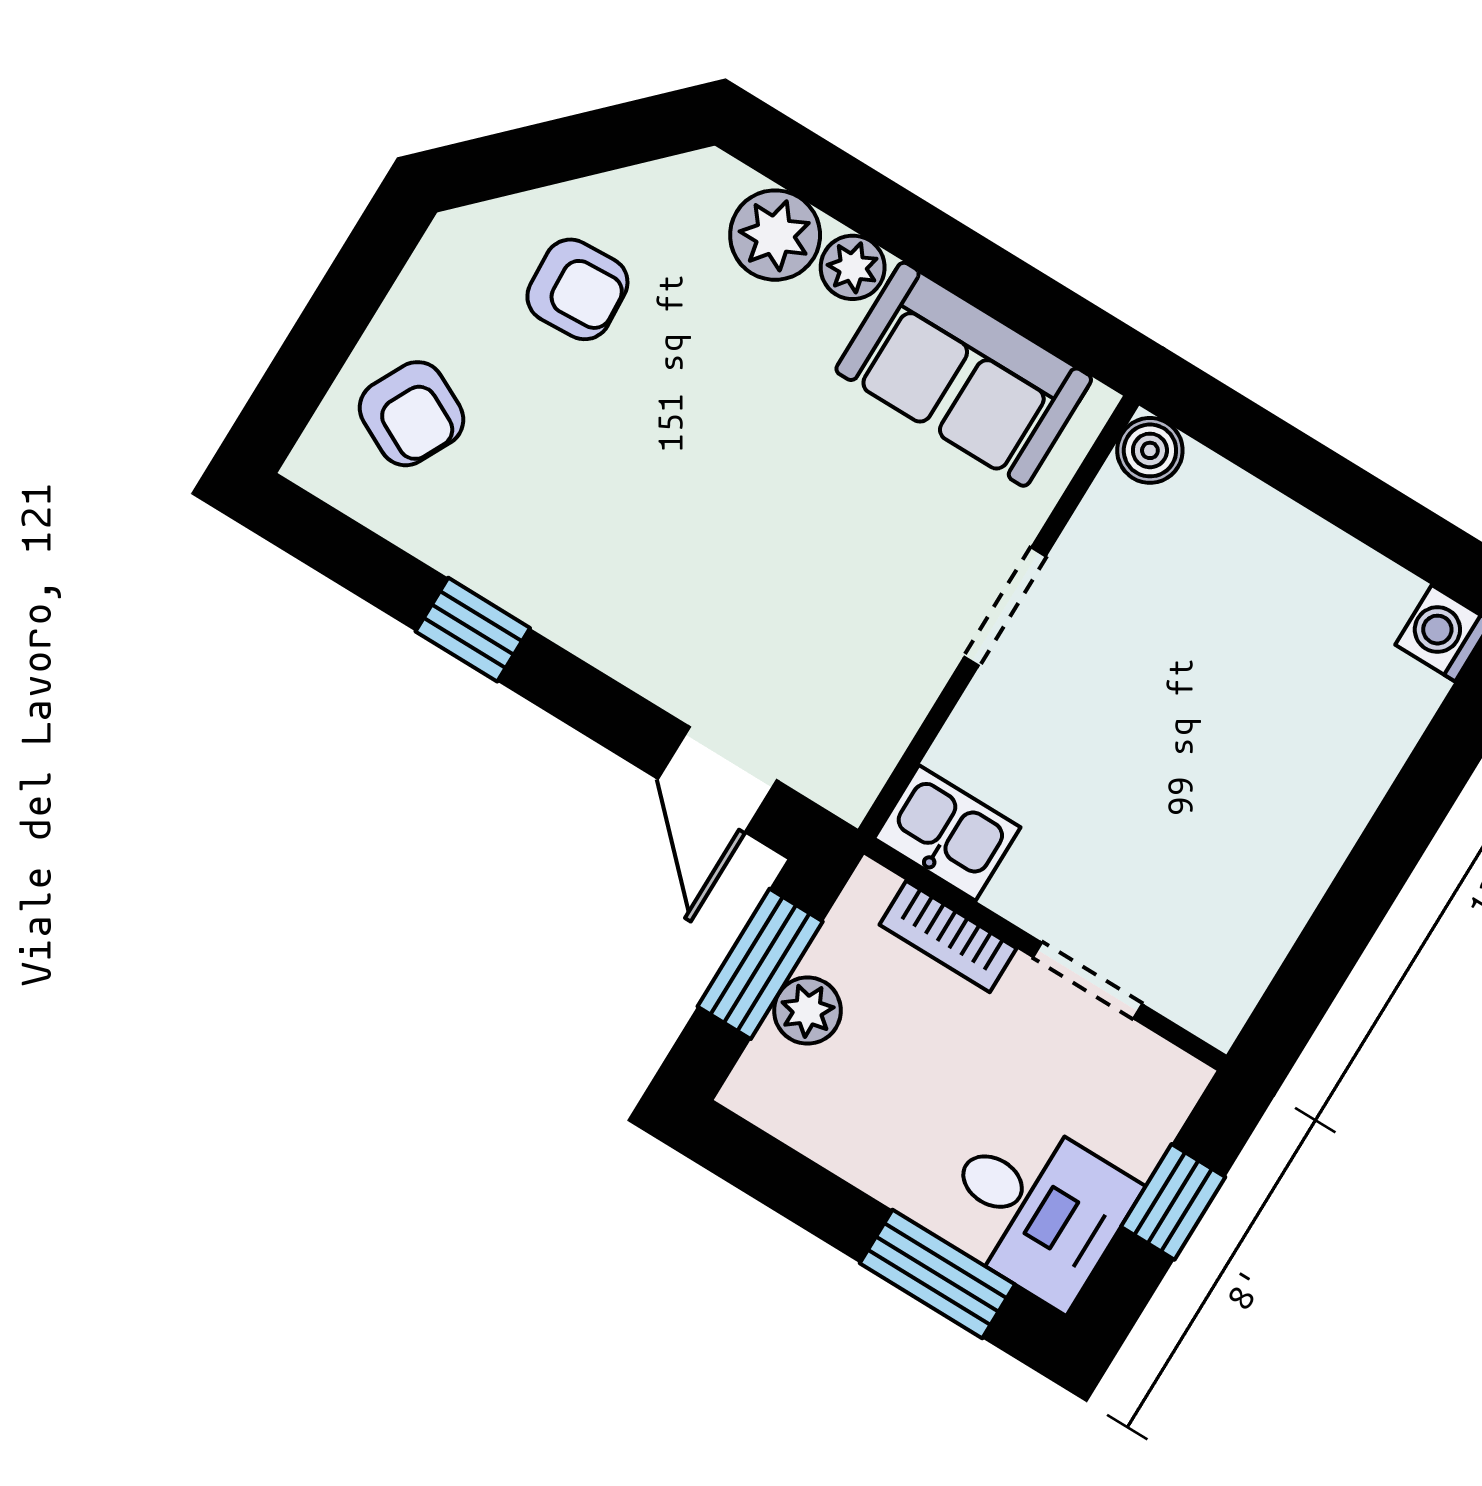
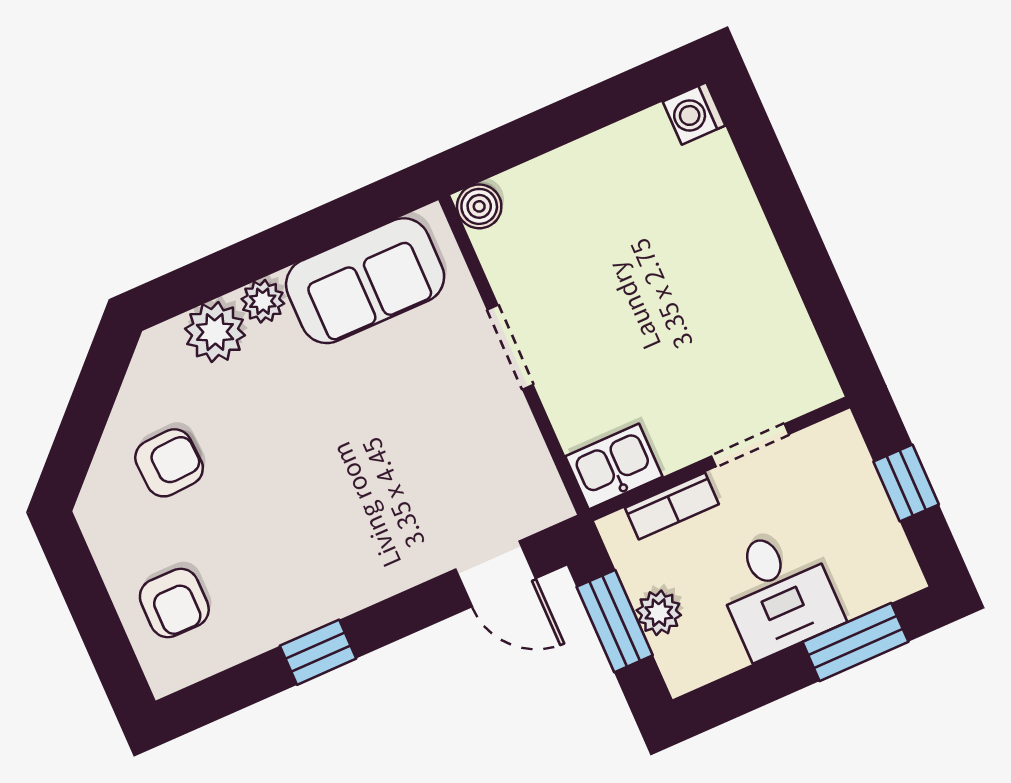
armchair: (412, 414) -> (174, 603), turned 63
desk: (1036, 1208) -> (778, 592), moved, turned 90

